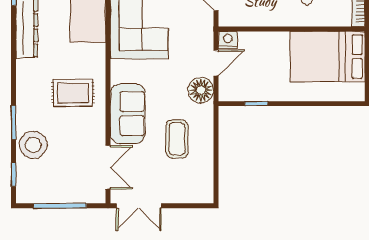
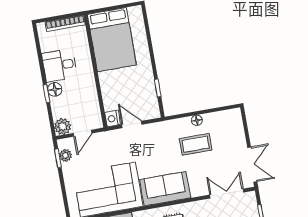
floor lamp: (201, 90) -> (197, 120), moved, width x0.53, depth x0.53
sofa: (128, 114) -> (165, 189), moved

